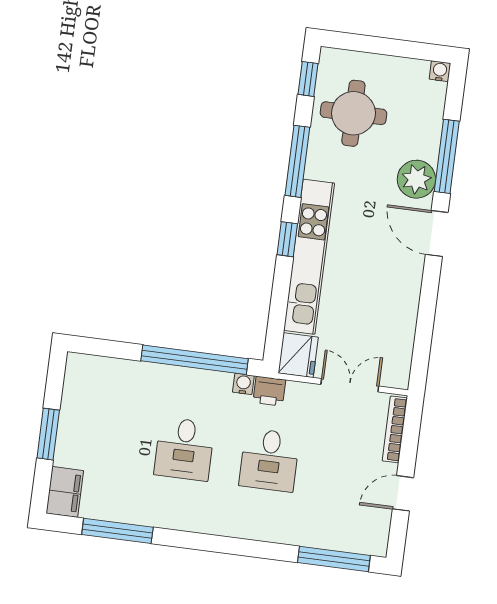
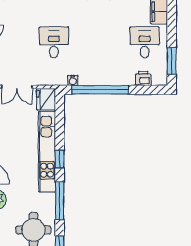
printer: (269, 391) -> (143, 78), moved
window: (48, 434) -> (172, 61), moved
desk: (184, 449) -> (145, 42), moved

